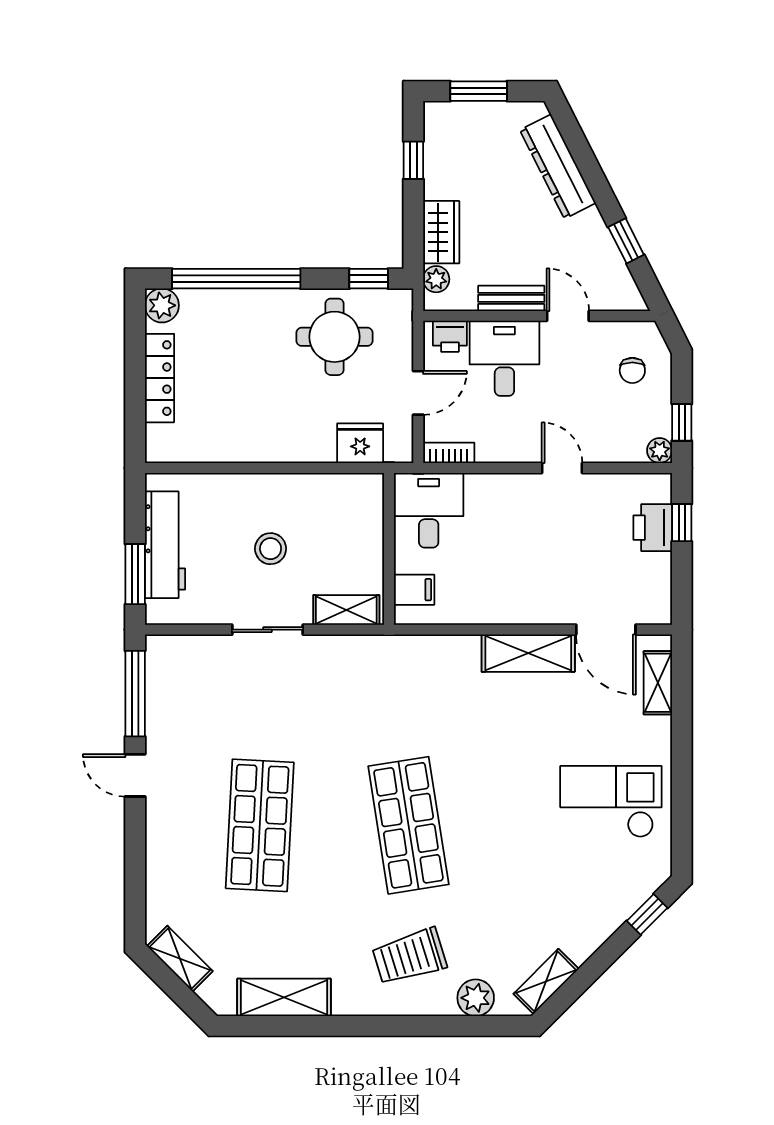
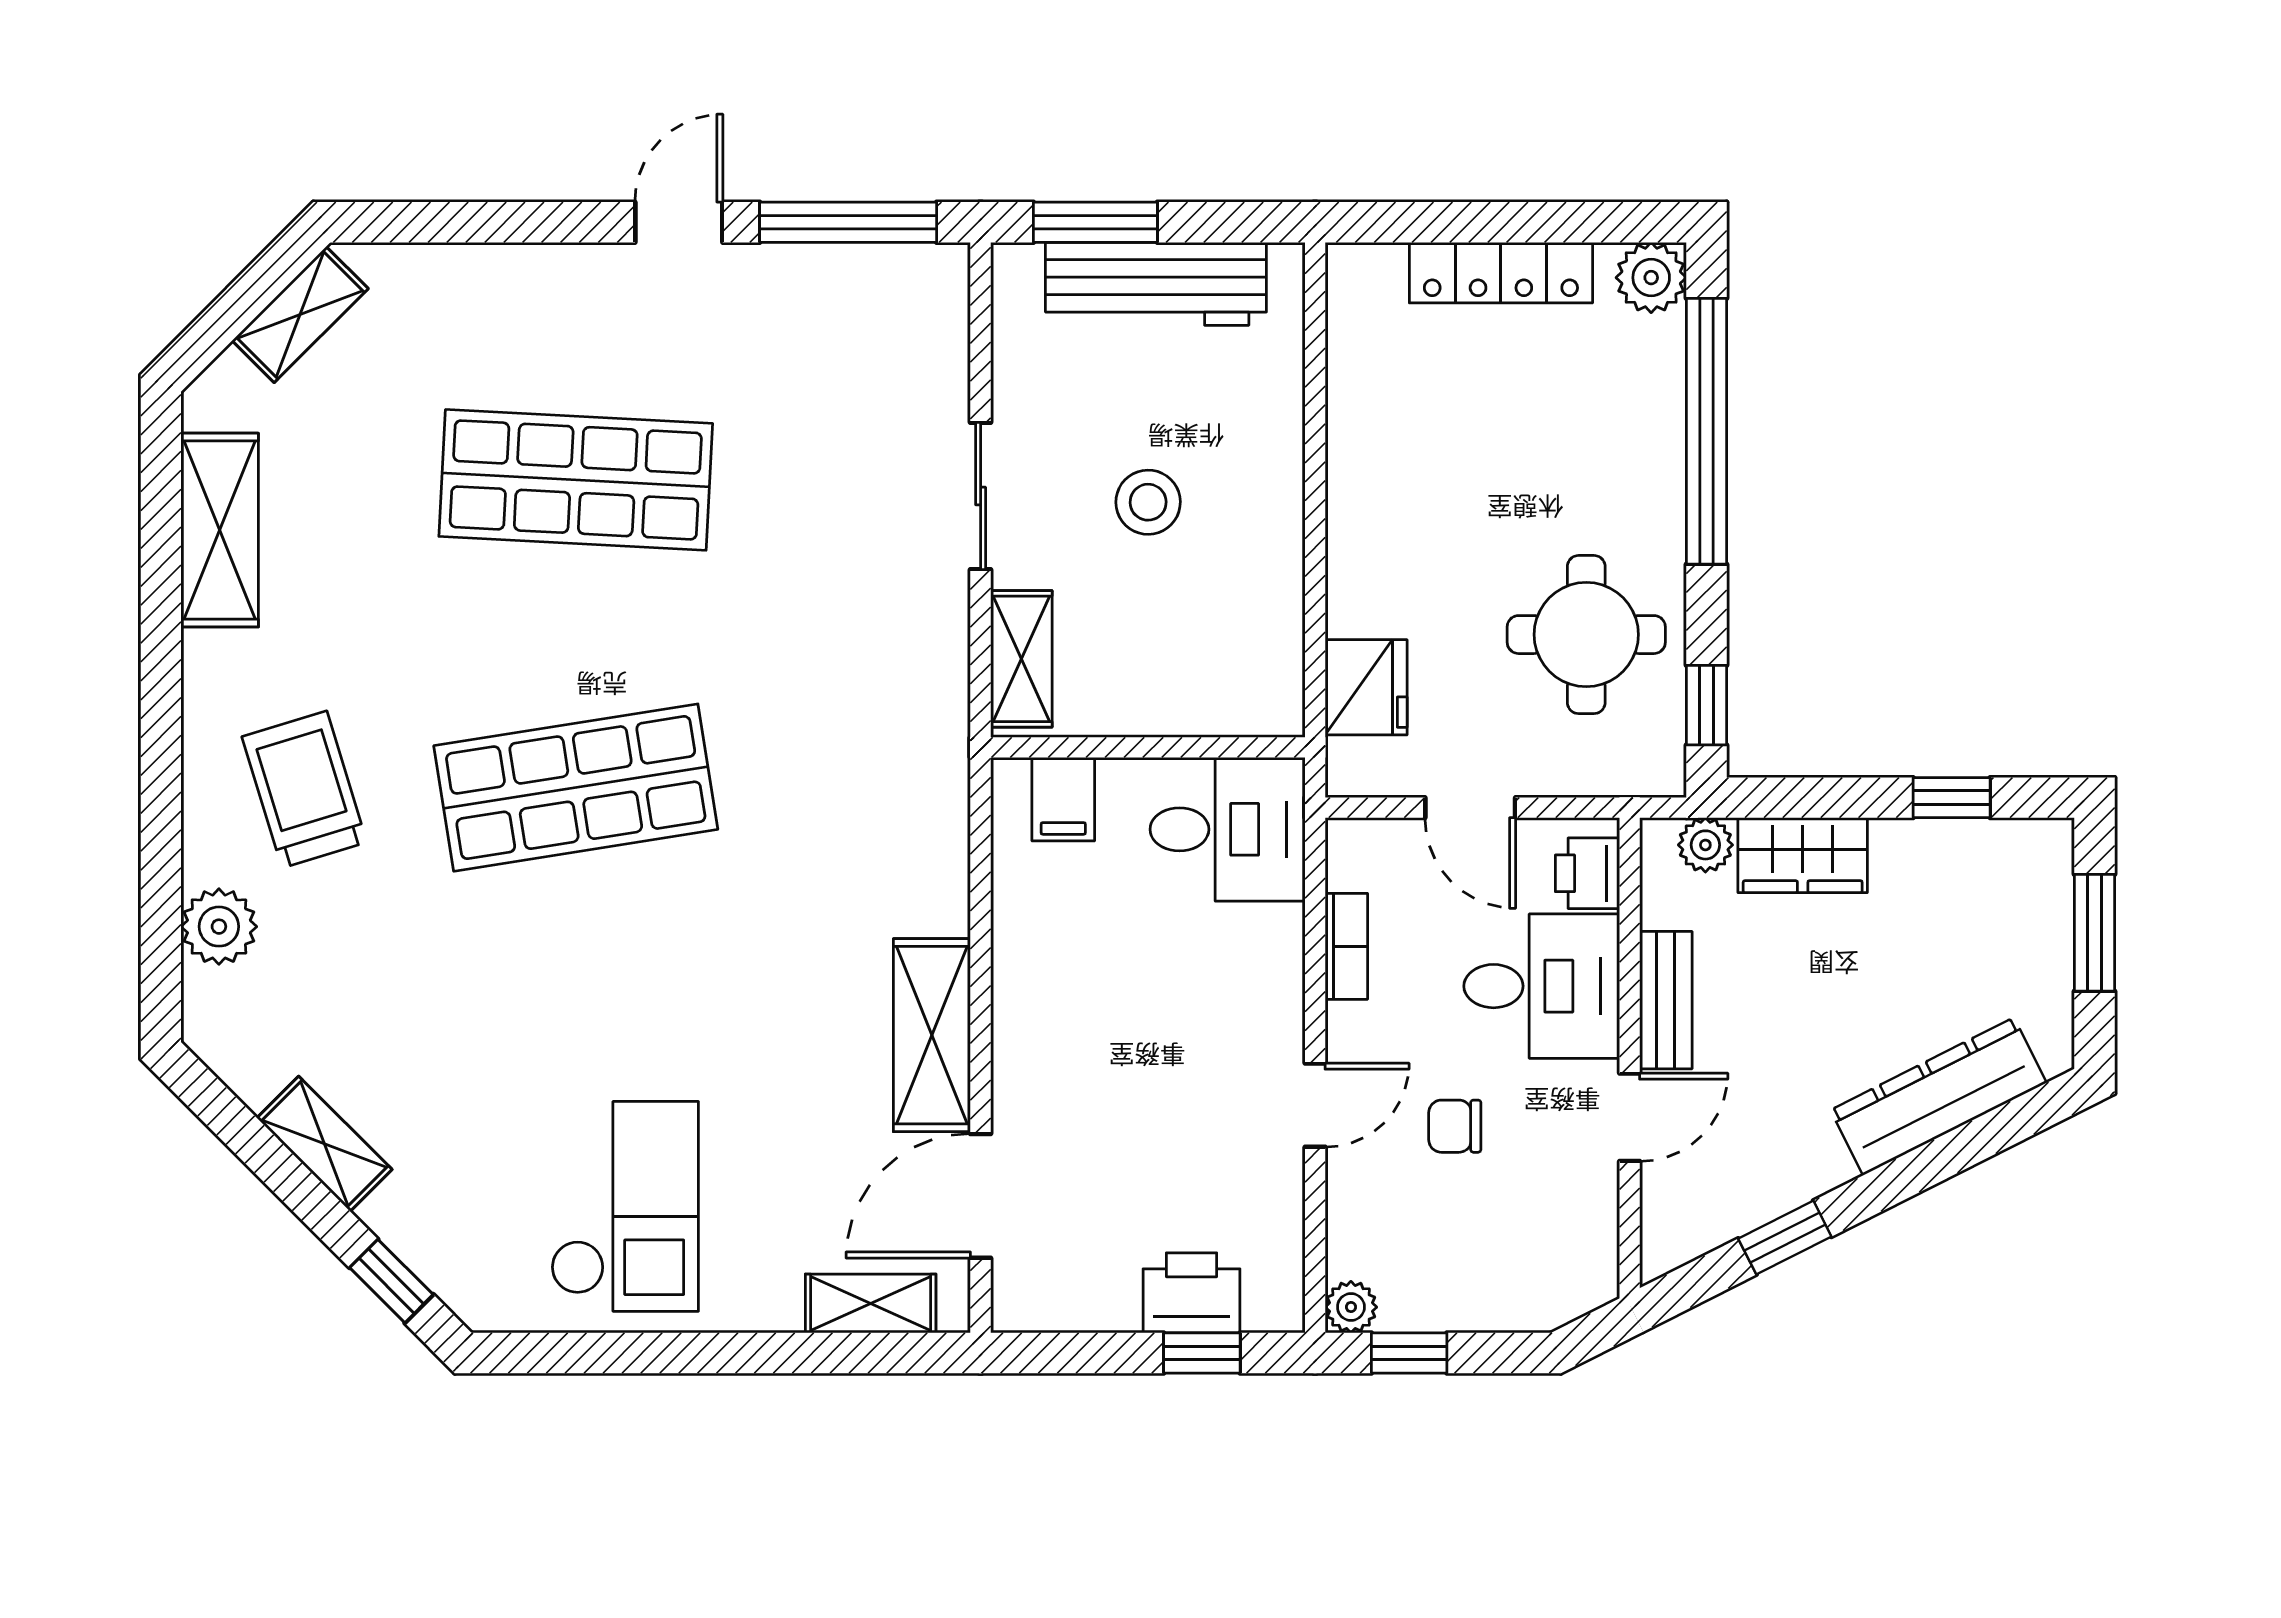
chair: (632, 370) -> (1455, 1126), moved
bookcase: (449, 453) -> (1346, 946), moved
shelving: (546, 981) -> (324, 1144), moved

